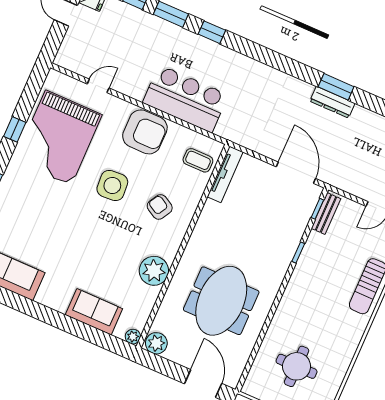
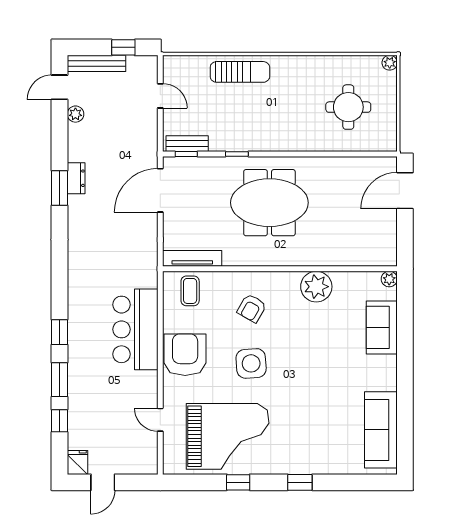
dresser: (332, 102) -> (76, 178), width x0.70
meeting table: (221, 301) -> (269, 203), moved
plant: (156, 343) -> (386, 253), removed

